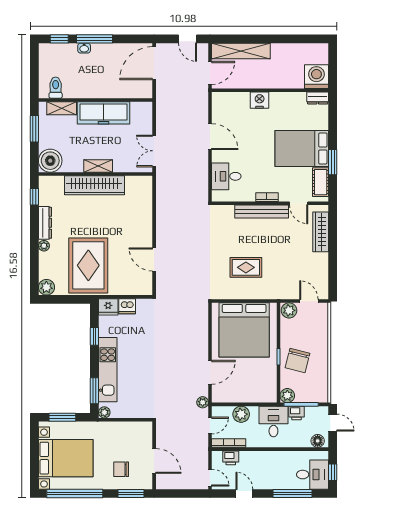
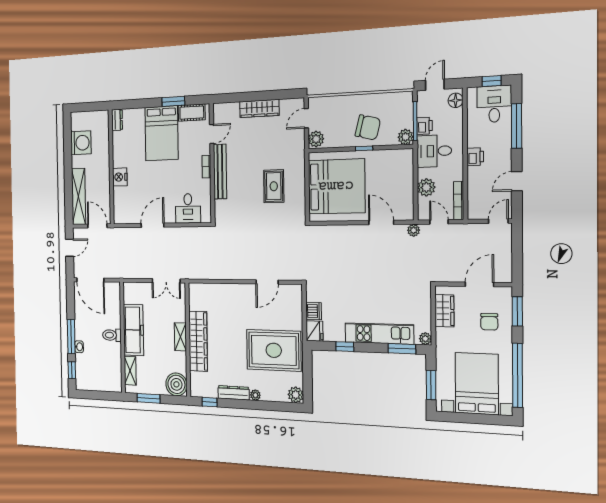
washing machine: (316, 77) -> (81, 143), moved, turned 180
toilet: (56, 88) -> (112, 335), moved
wardrobe: (321, 232) -> (259, 108), moved
wardrobe: (130, 430) -> (444, 311), added
printer: (231, 458) -> (475, 157), moved

